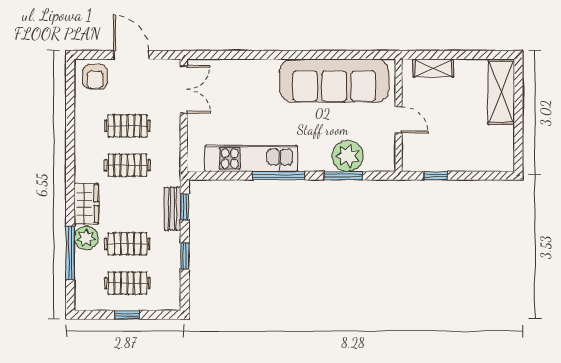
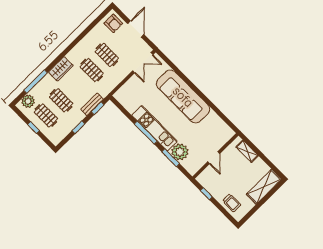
armchair: (95, 77) -> (113, 23), turned -90
sofa: (334, 81) -> (183, 97), moved
trolley: (481, 155) -> (232, 203), added
kitchen unit: (251, 158) -> (155, 128), moved
plant: (86, 238) -> (28, 101), moved

